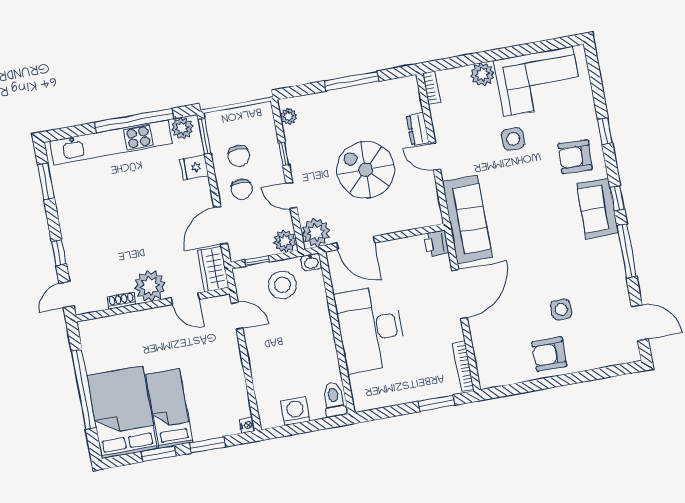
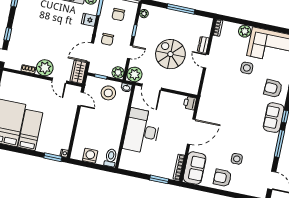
chair: (239, 156) -> (118, 15), moved
door: (291, 195) -> (130, 52), swing flipped
sofa: (467, 219) -> (195, 168), moved, width x0.73
window: (208, 445) -> (53, 157), moved
window: (159, 454) -> (16, 150), removed

